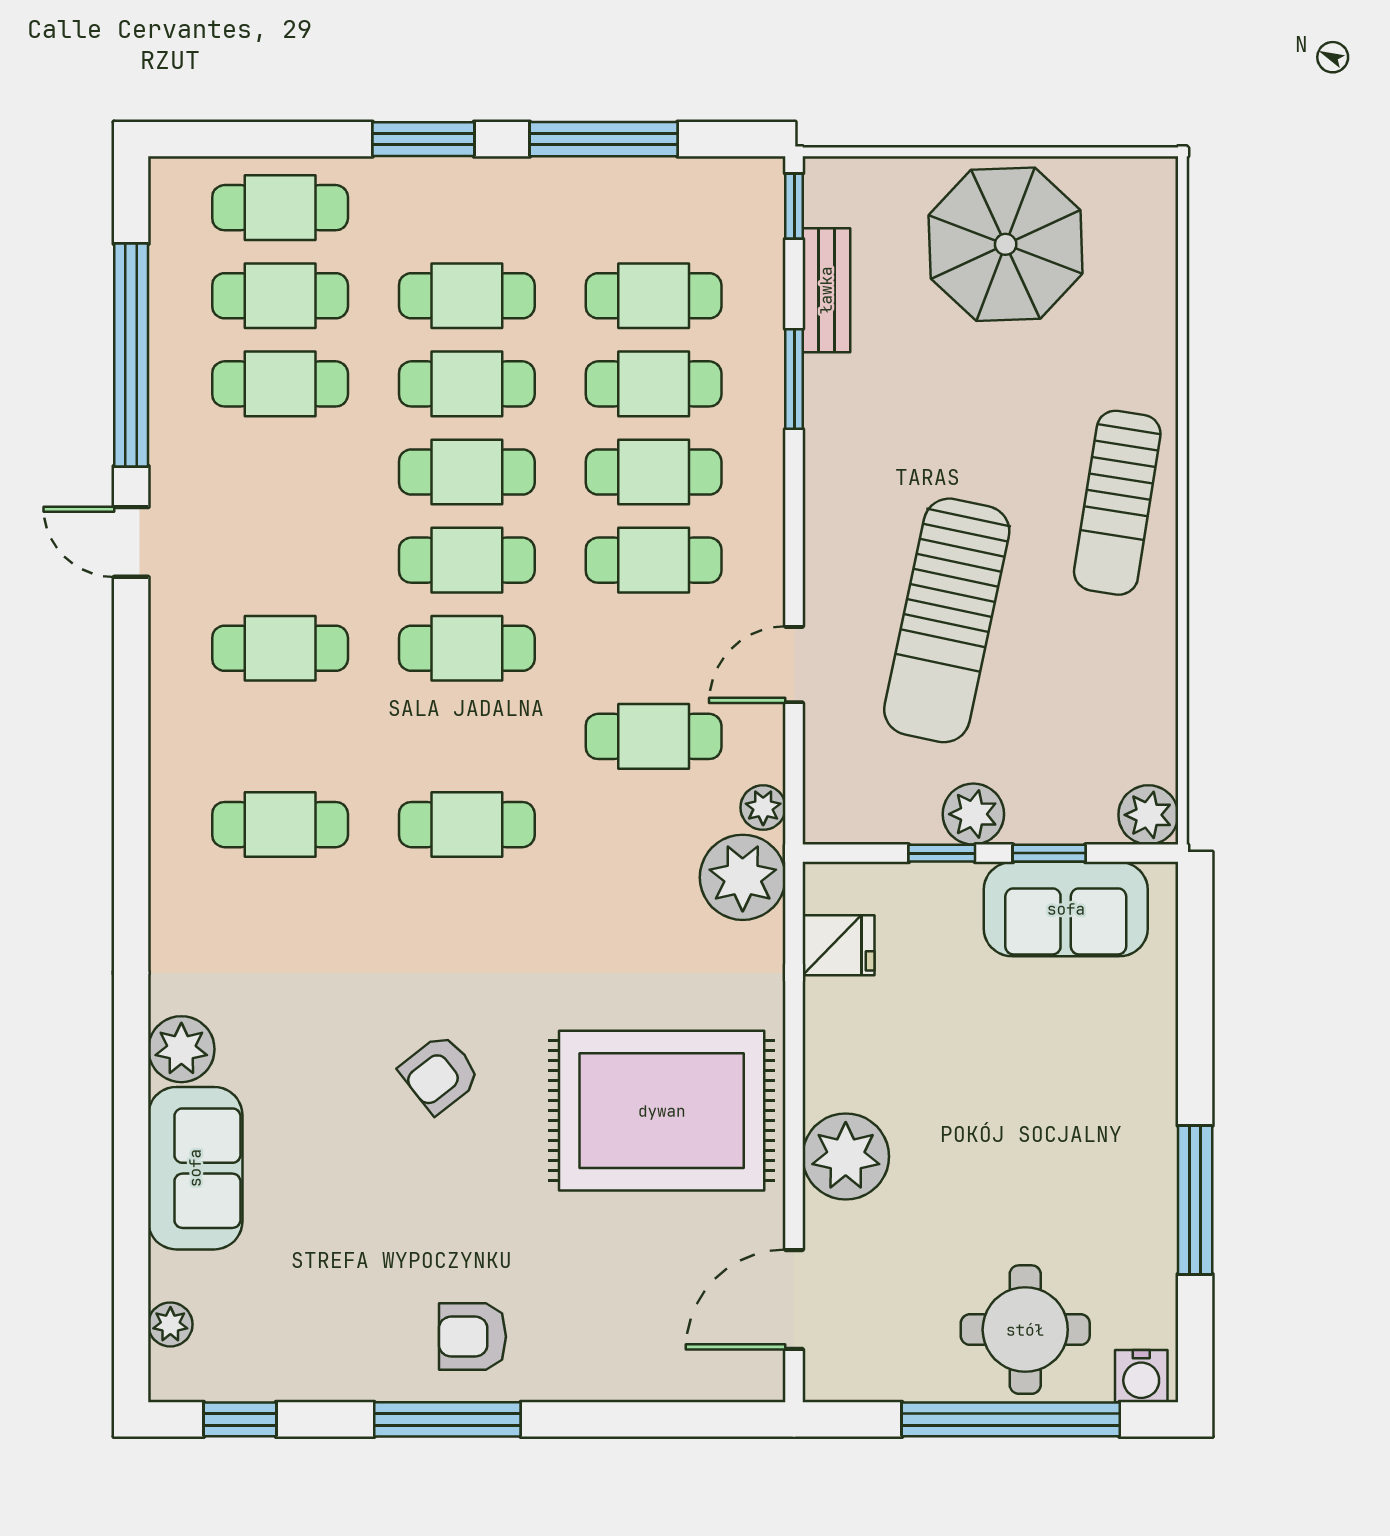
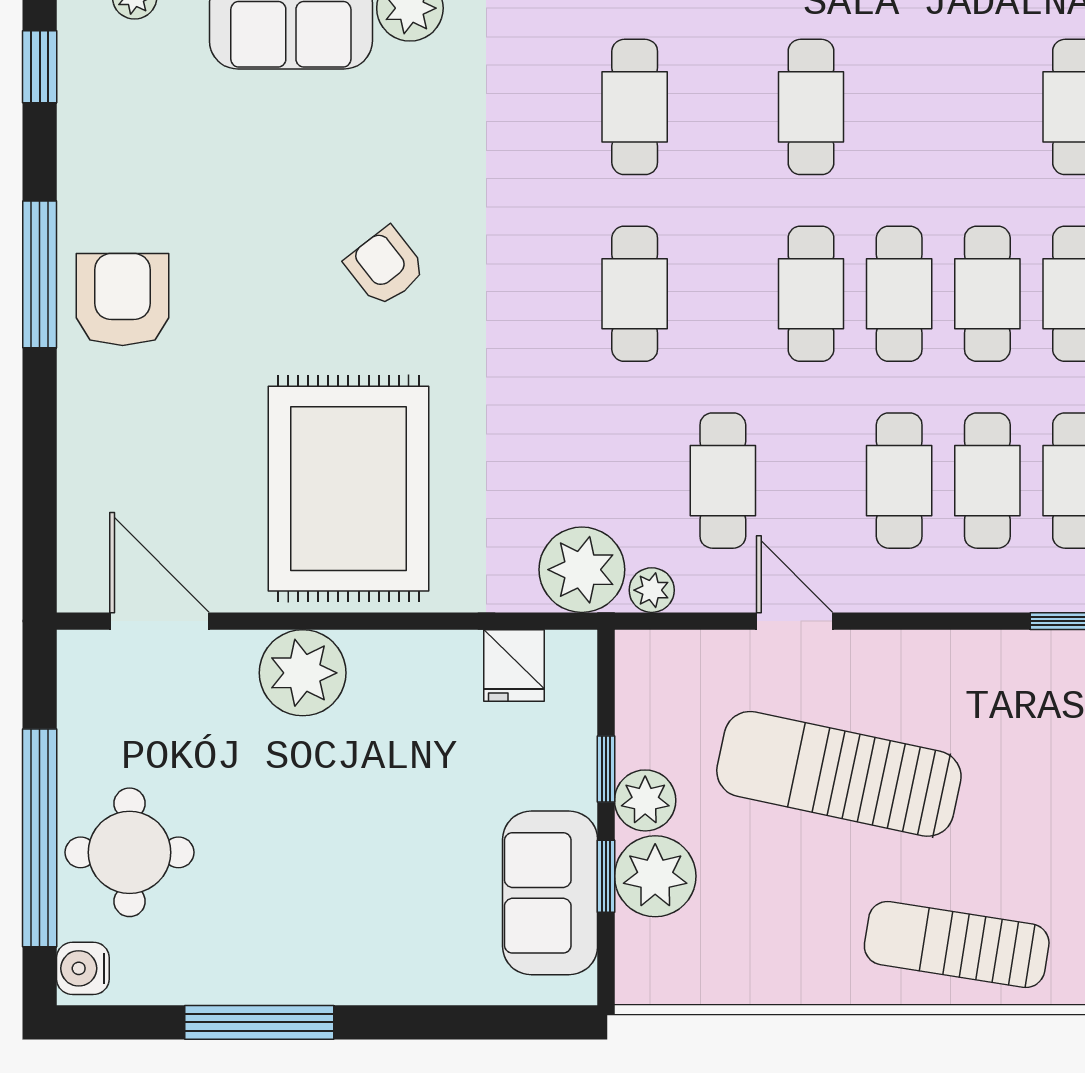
plant: (1148, 815) -> (655, 876), moved, width x1.36, depth x1.36
armchair: (472, 1337) -> (123, 299), width x1.38, depth x1.38

